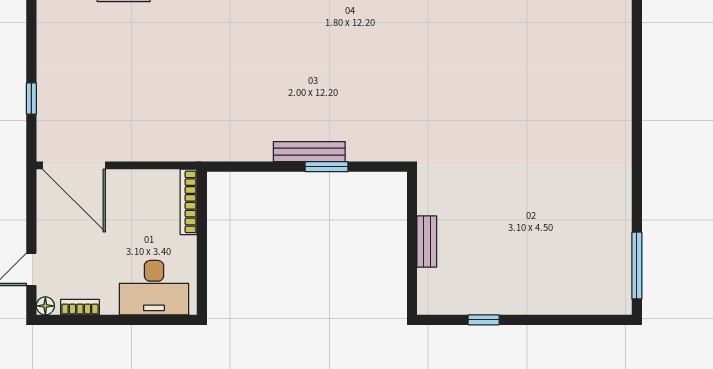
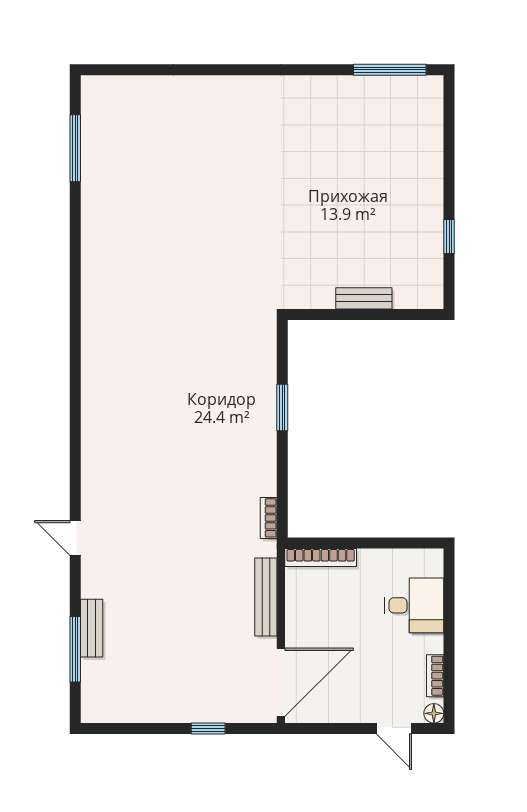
bench: (309, 152) -> (266, 597), moved
bookcase: (225, 154) -> (269, 518), added
desk: (154, 288) -> (414, 605), width x0.73

